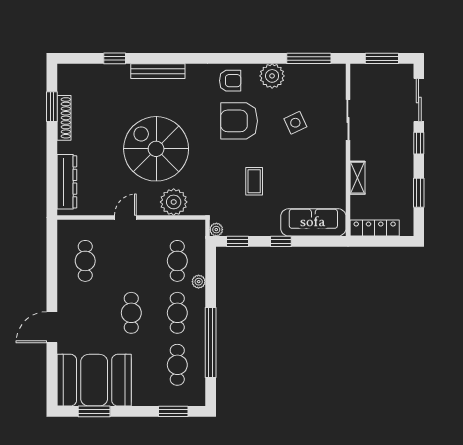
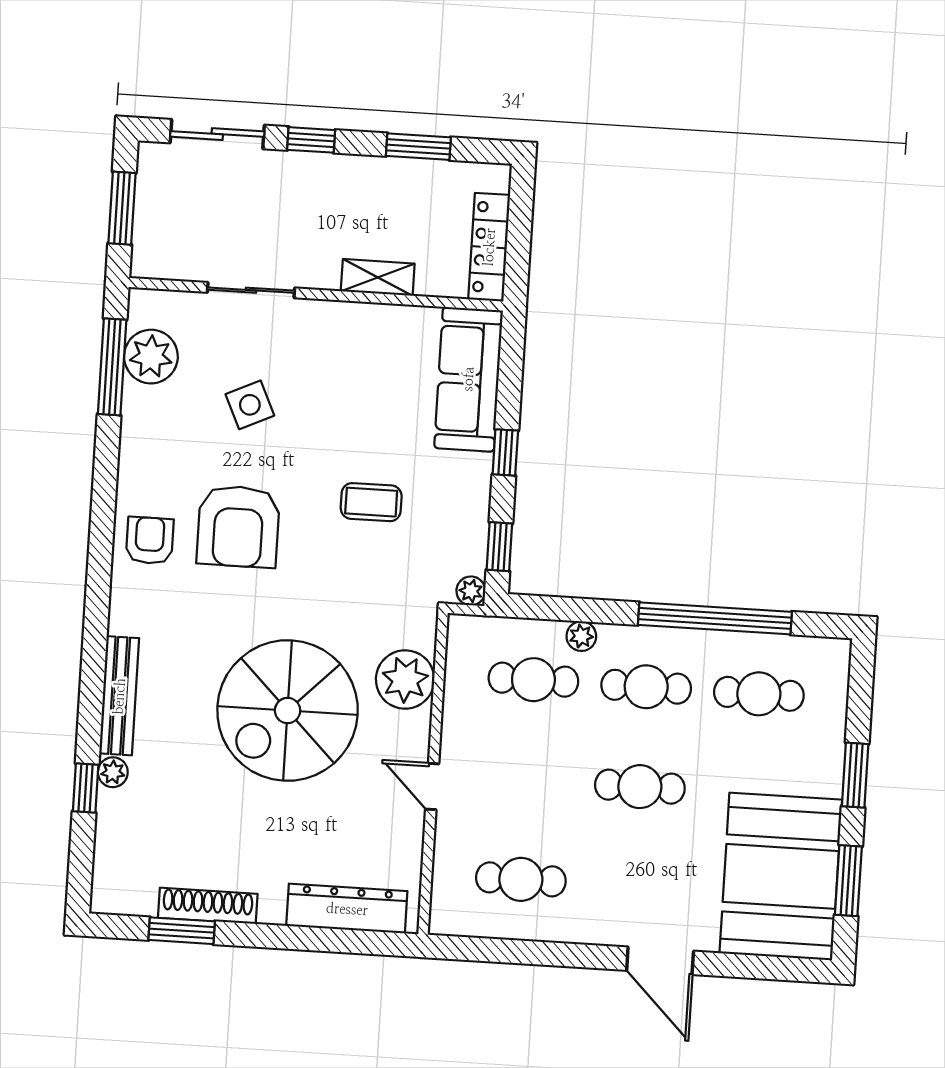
plant: (123, 70) -> (113, 772), added
plant: (272, 76) -> (151, 357), moved
window: (173, 411) -> (855, 775), moved

